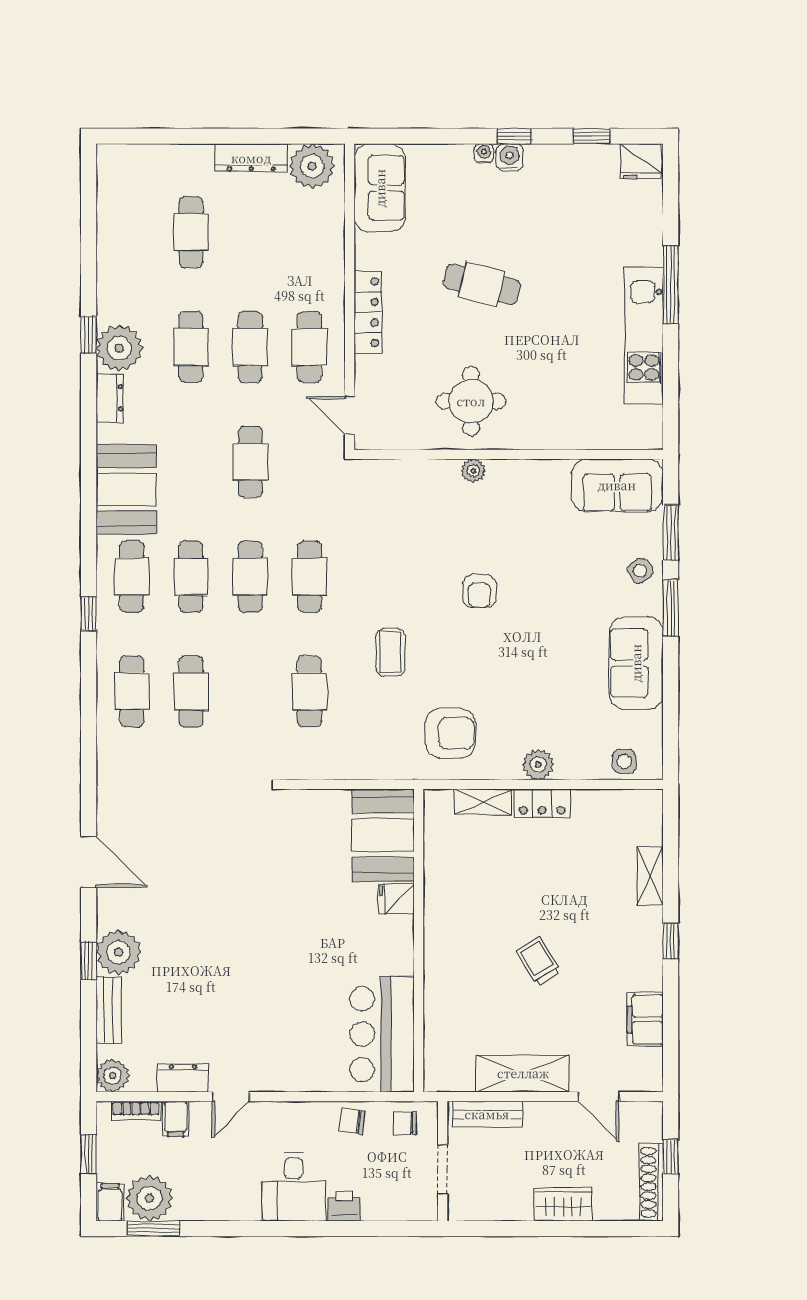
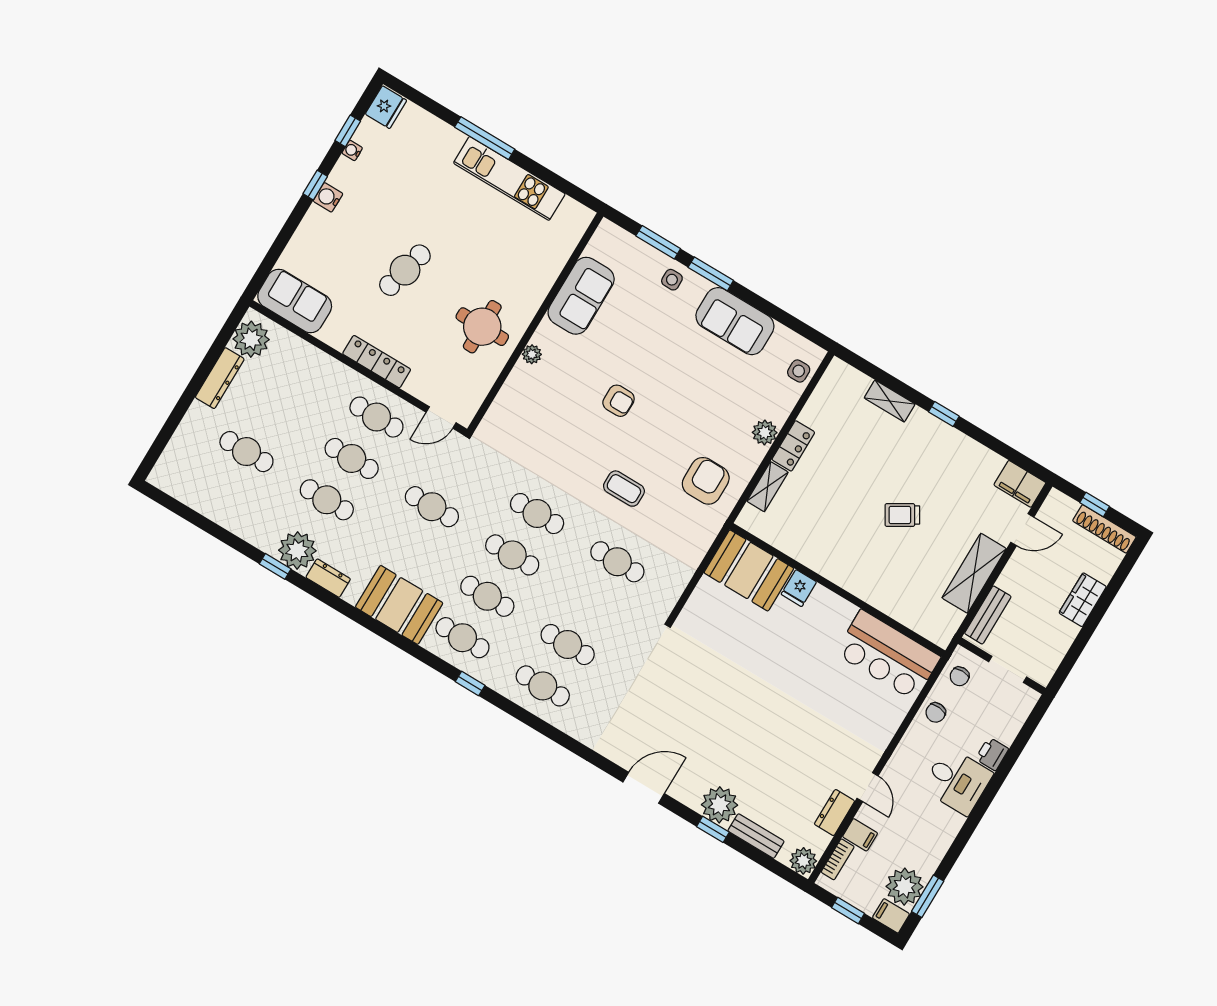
water cooler: (484, 153) -> (352, 151), moved
sofa: (617, 485) -> (581, 296), moved
side table: (640, 571) -> (672, 280), turned 37
filing cabinet: (645, 1019) -> (1020, 484), moved

